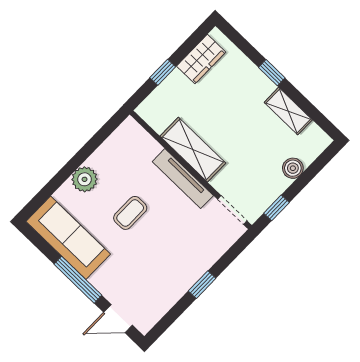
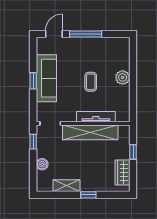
shelving: (193, 150) -> (90, 132), width x1.47
tv unit: (183, 179) -> (96, 117), moved
sofa: (68, 238) -> (46, 78), moved, turned -90

